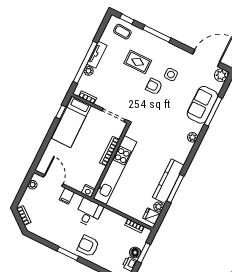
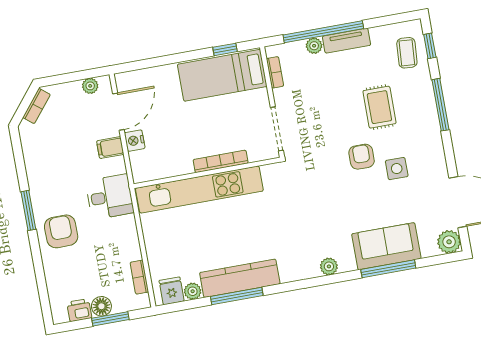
nightstand: (88, 191) -> (135, 141), moved

